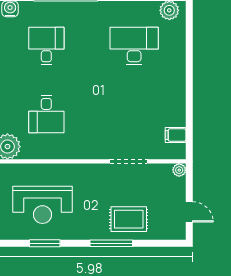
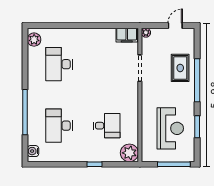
desk: (46, 46) -> (59, 126), width x1.37
filing cabinet: (176, 135) -> (127, 35), width x2.00
window: (111, 243) -> (197, 80), width x1.46

